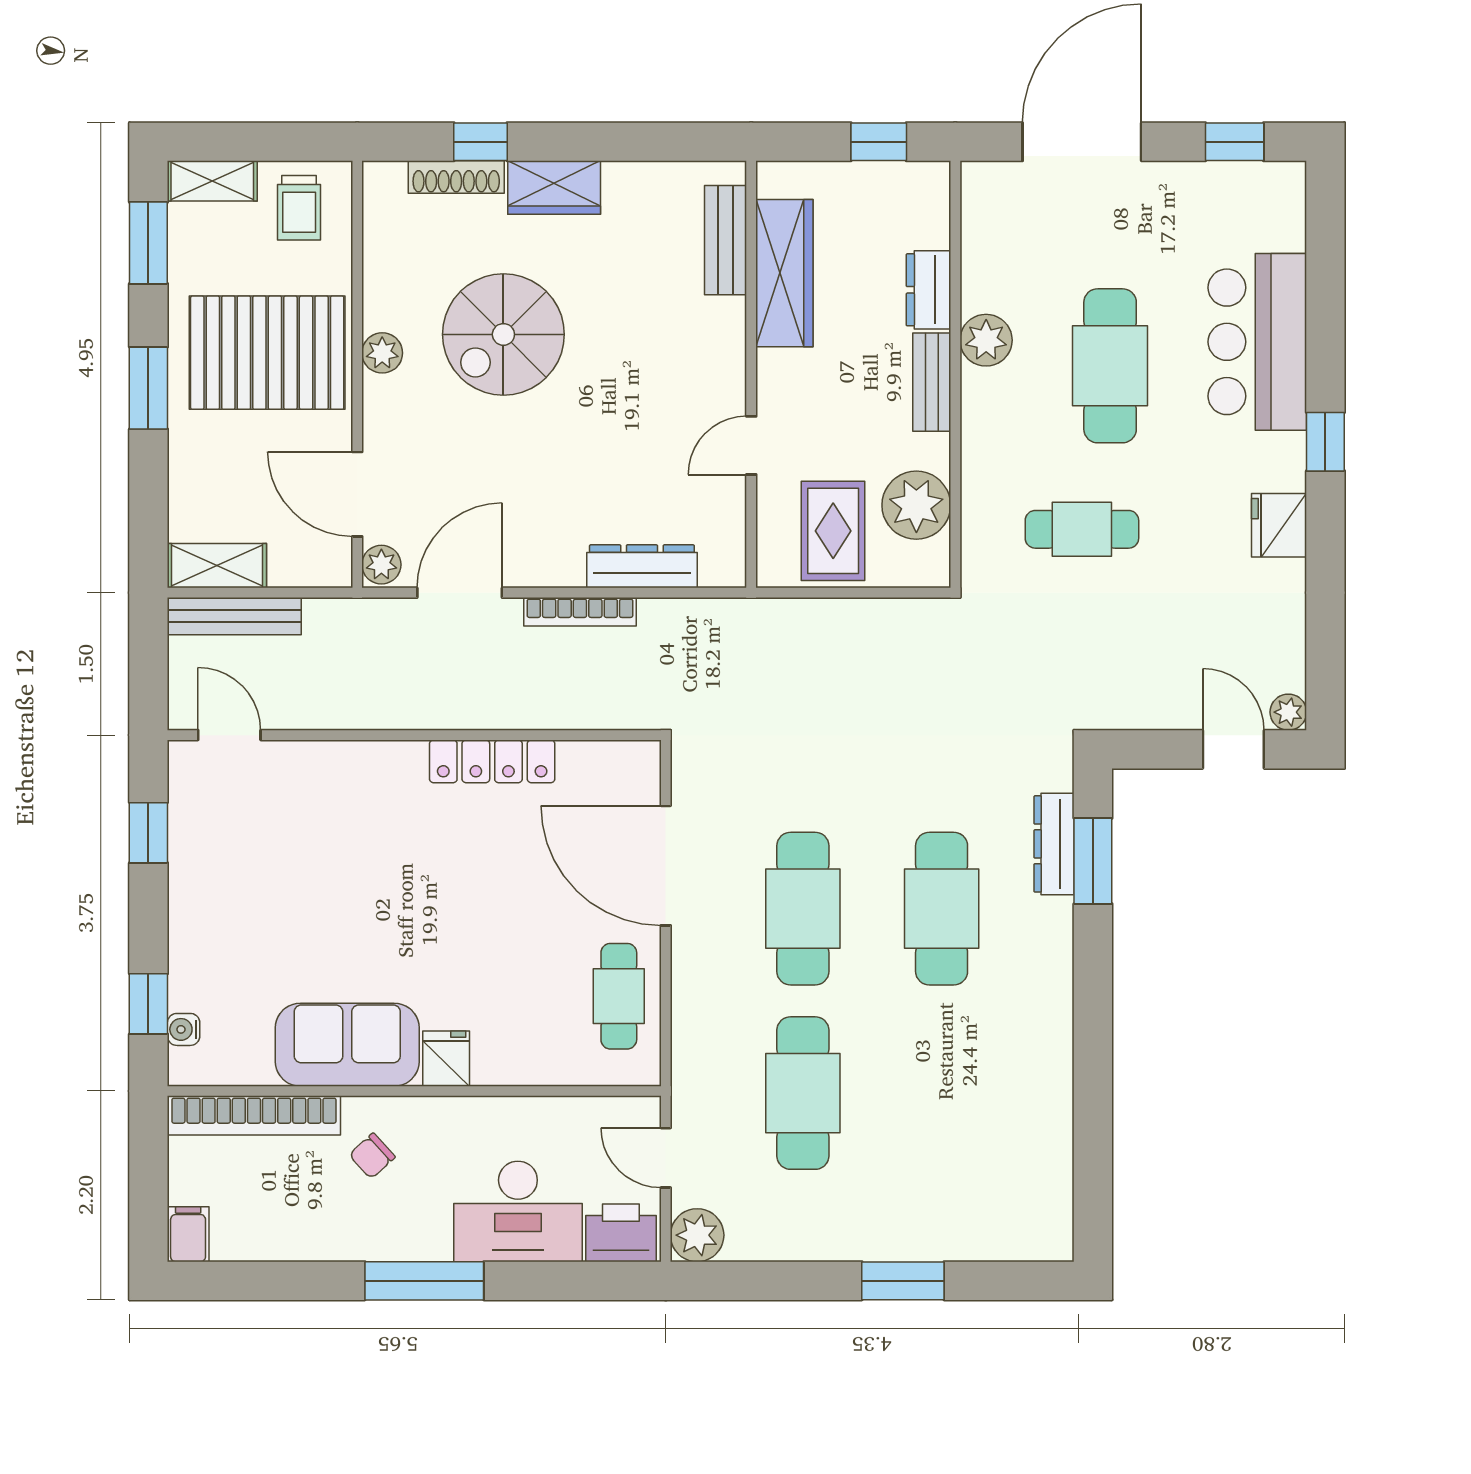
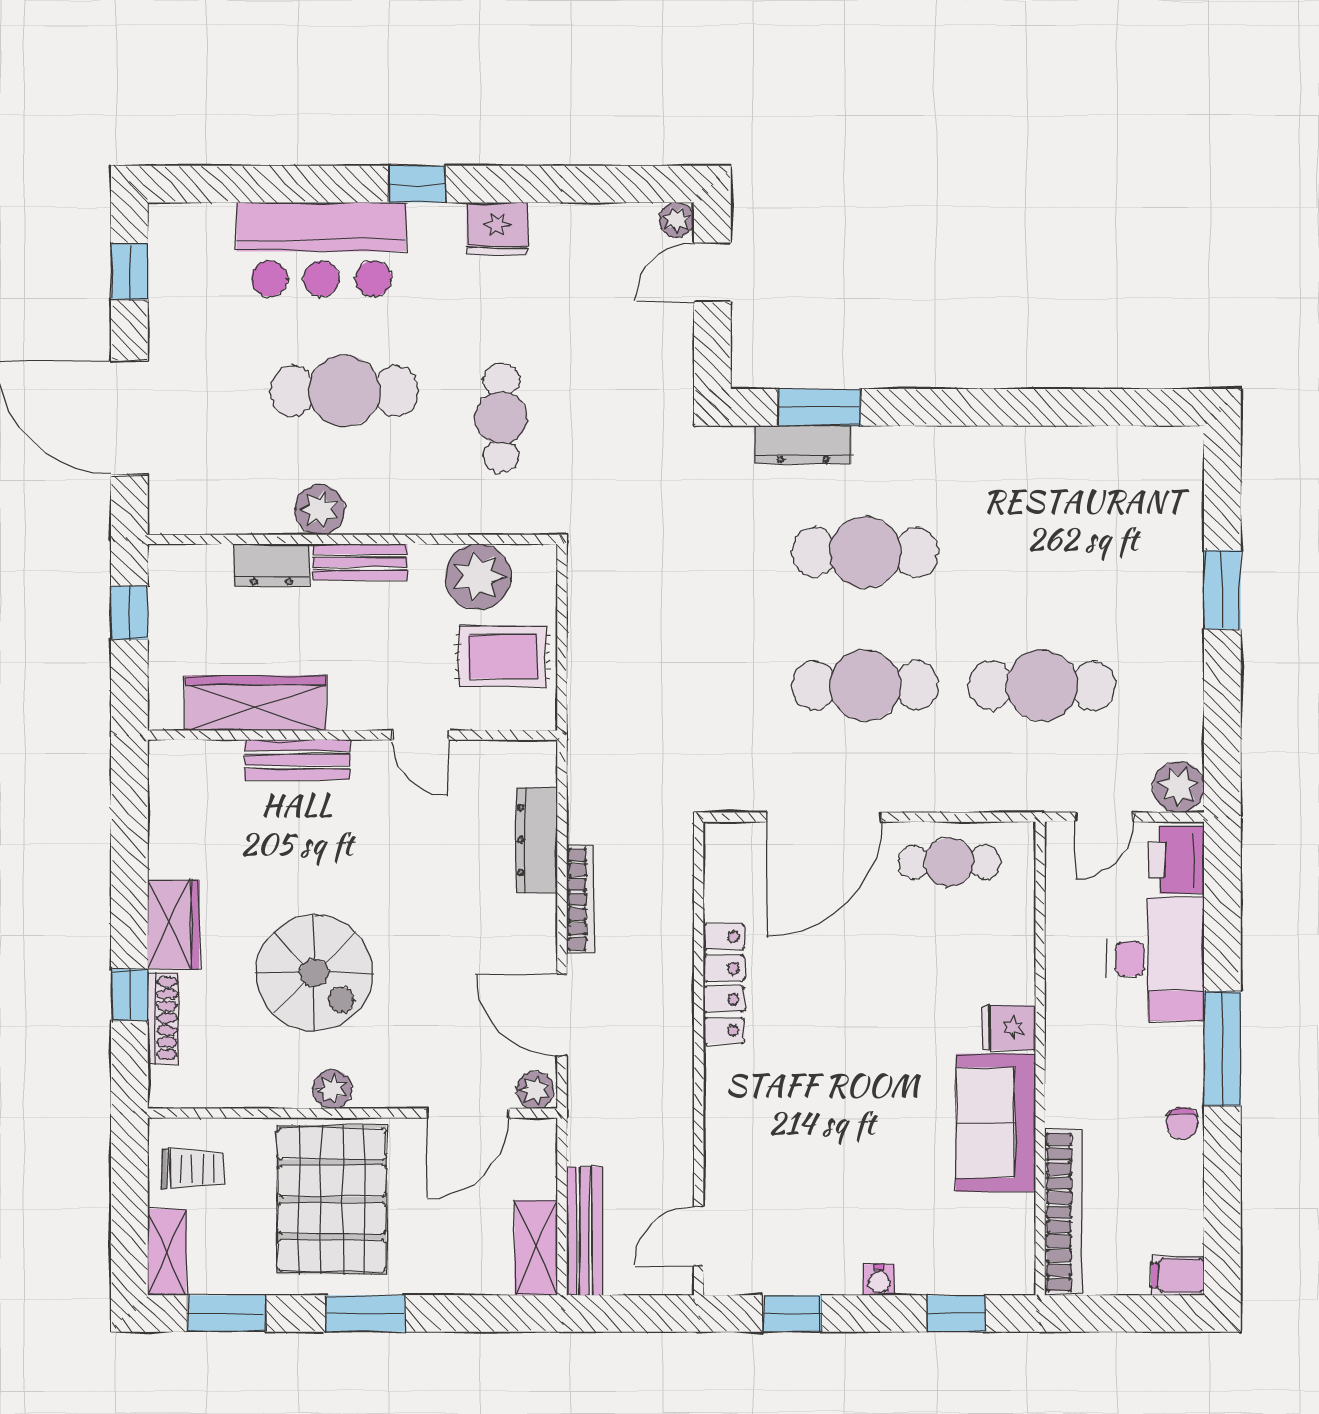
bench: (725, 240) -> (297, 760), moved
water cooler: (184, 1029) -> (879, 1280), moved
chair: (372, 1156) -> (1182, 1123), moved, turned 42

